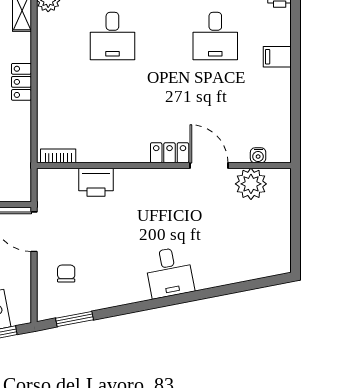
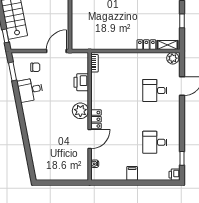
filing cabinet: (277, 57) -> (132, 173), moved
locker: (21, 82) -> (146, 45), moved
plant: (251, 184) -> (80, 111), moved
desk: (169, 272) -> (30, 90), moved

